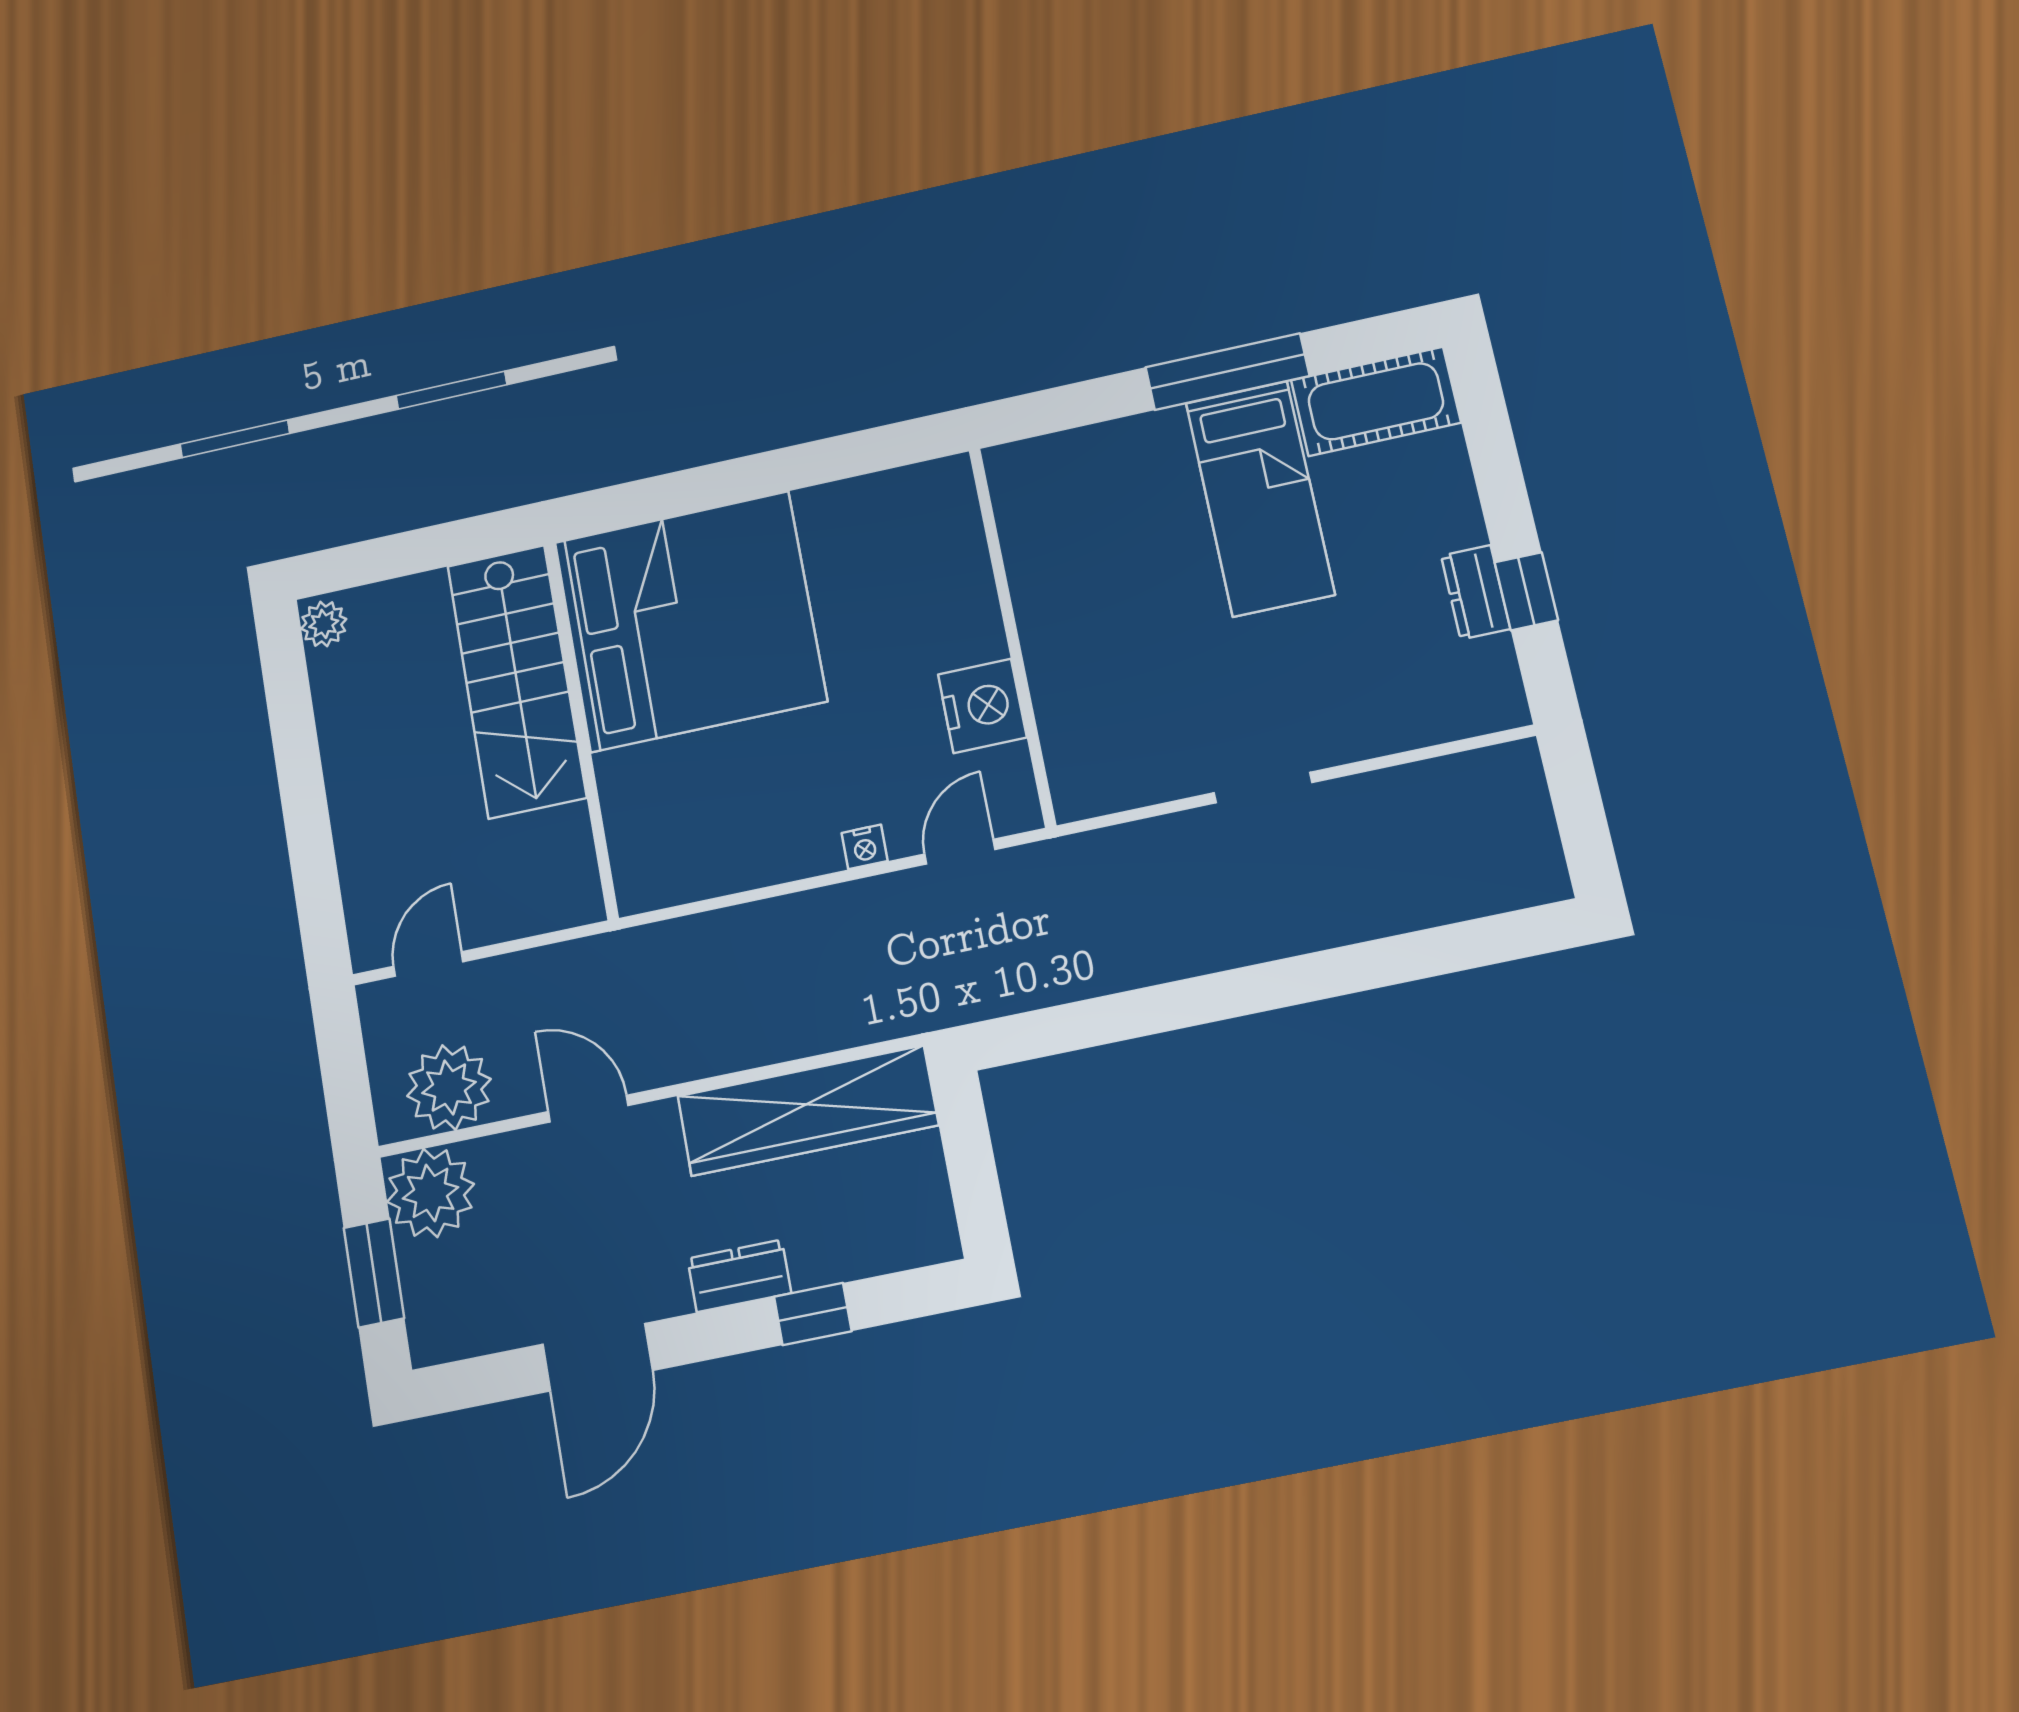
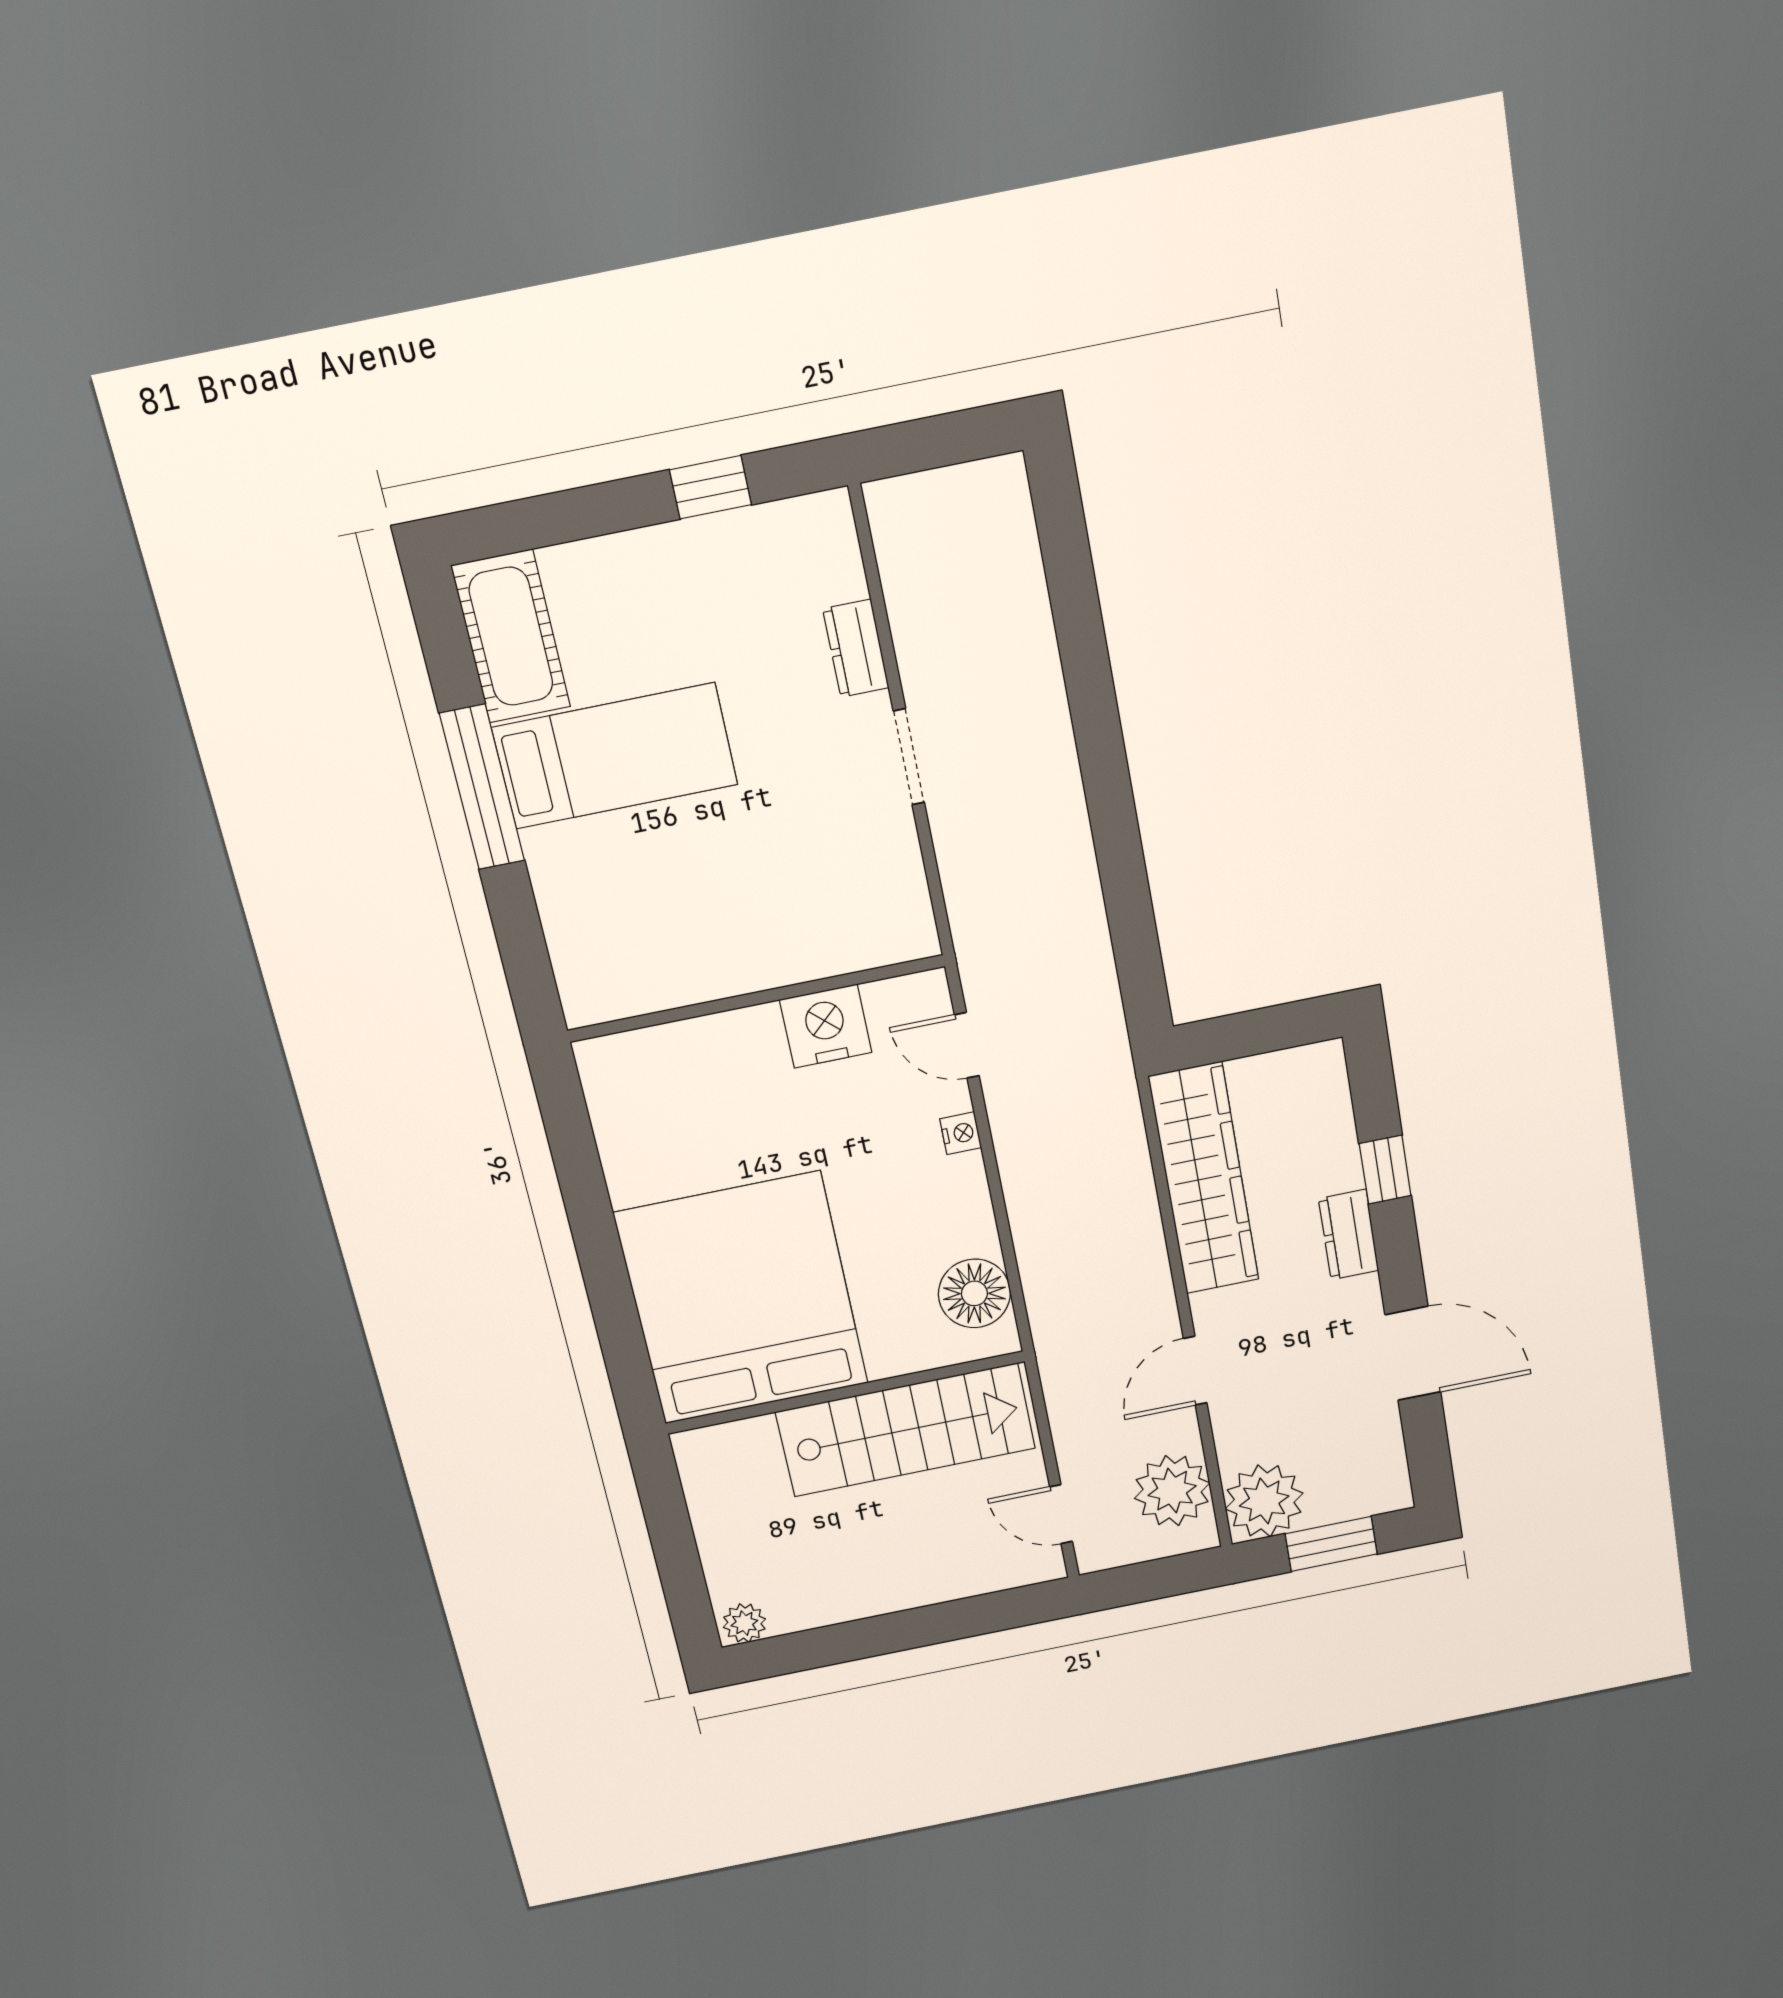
dresser: (1476, 592) -> (856, 648), moved, turned 90
stairs: (517, 681) -> (906, 1430), moved
floor lamp: (687, 865) -> (974, 1293), added

